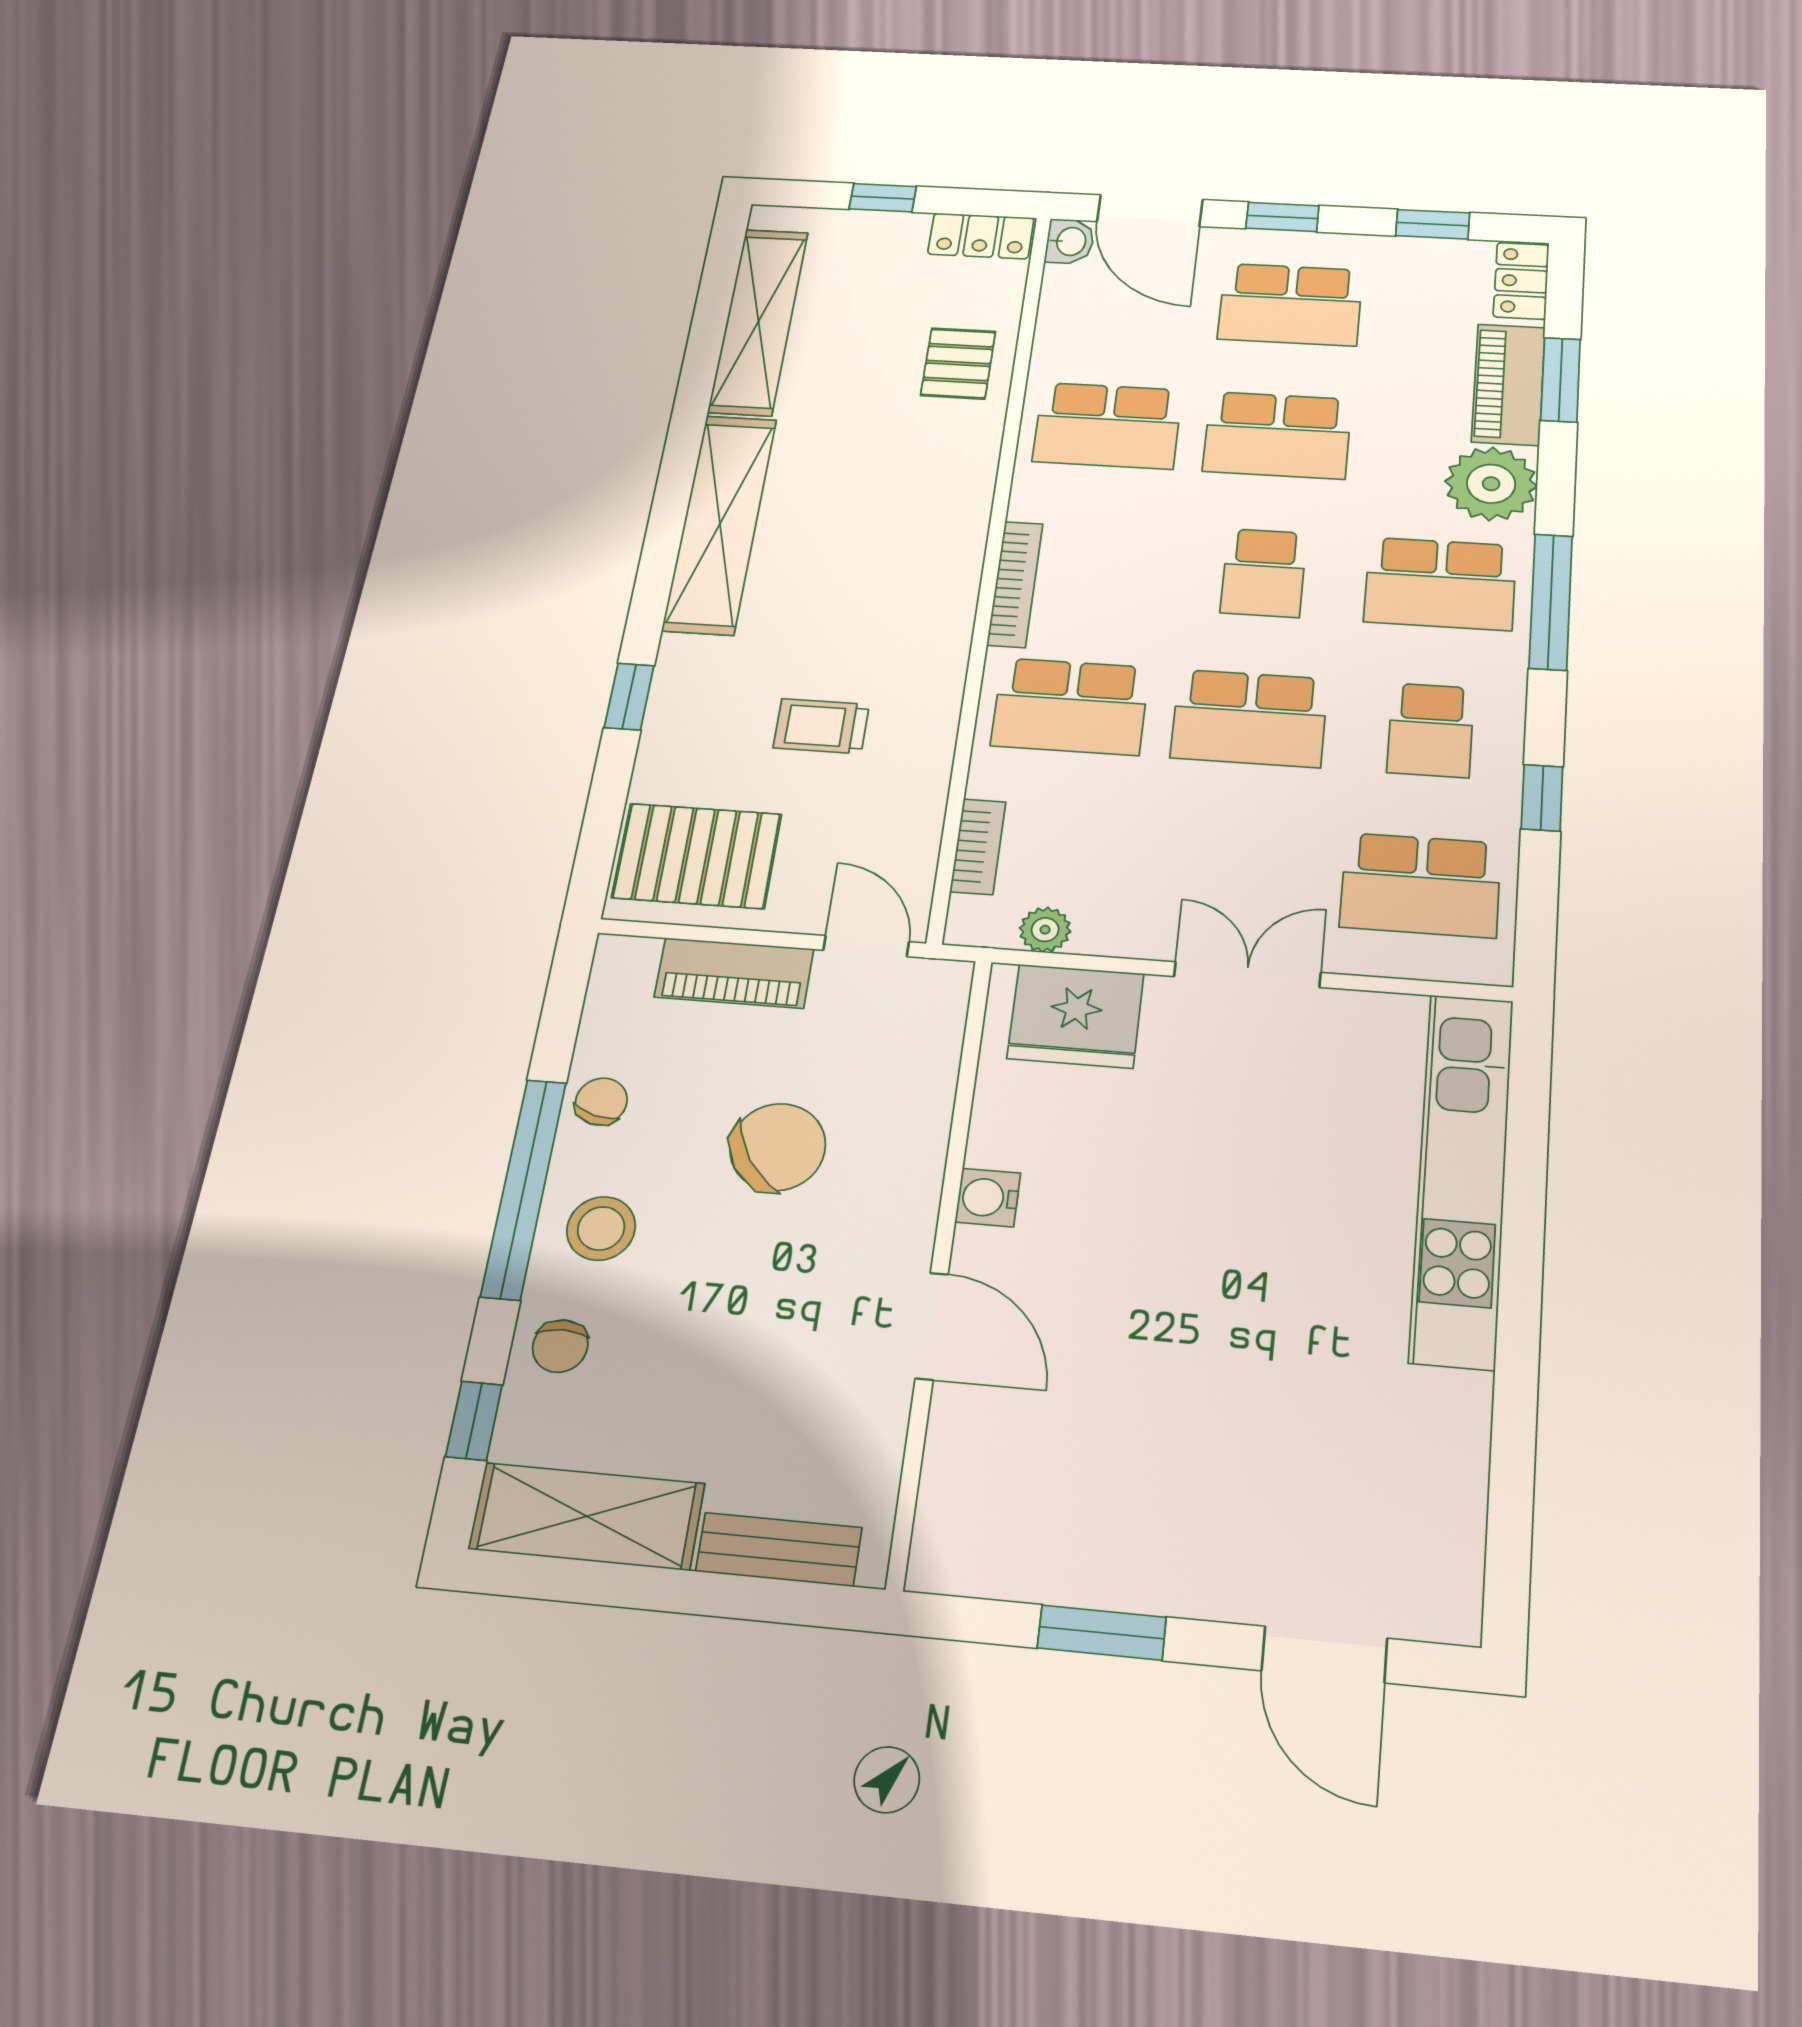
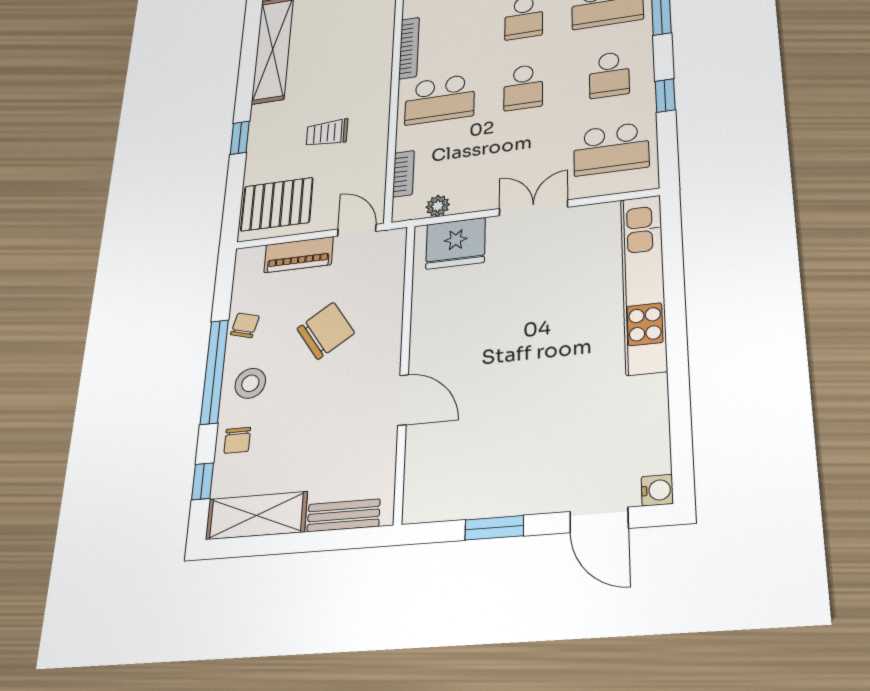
school desk: (1249, 718) -> (523, 87), width x0.54
water cooler: (988, 1198) -> (657, 490), moved, turned 180

